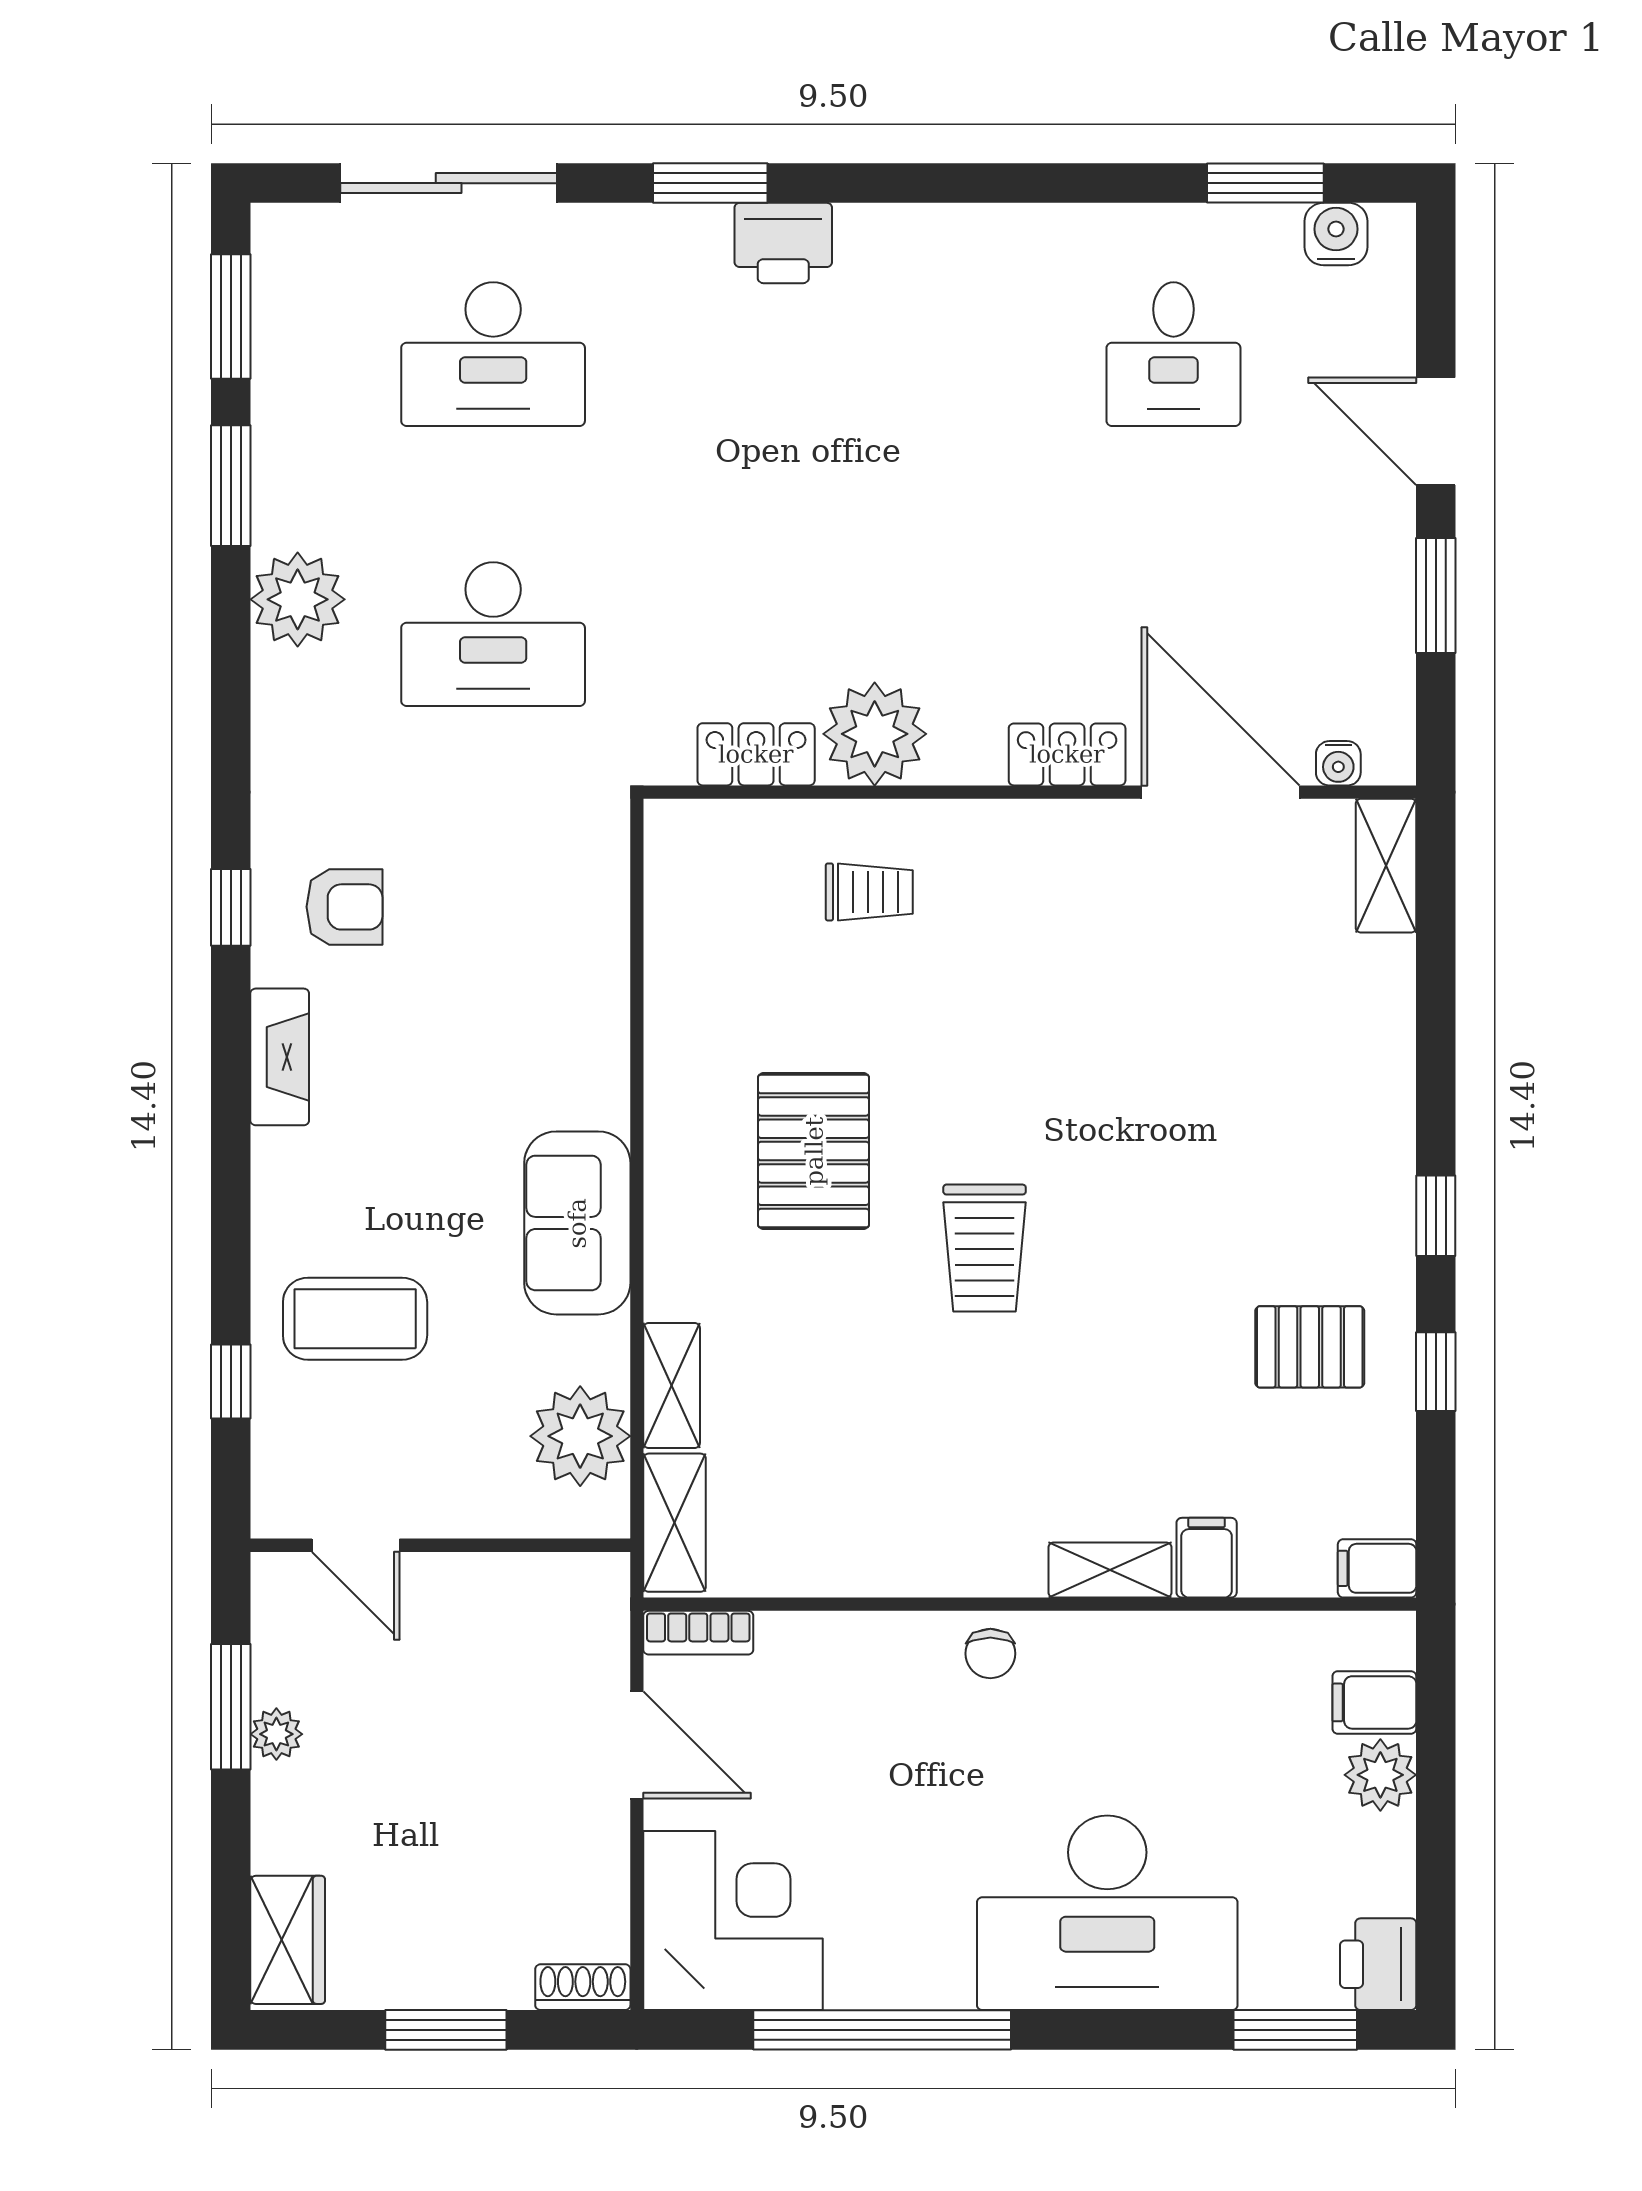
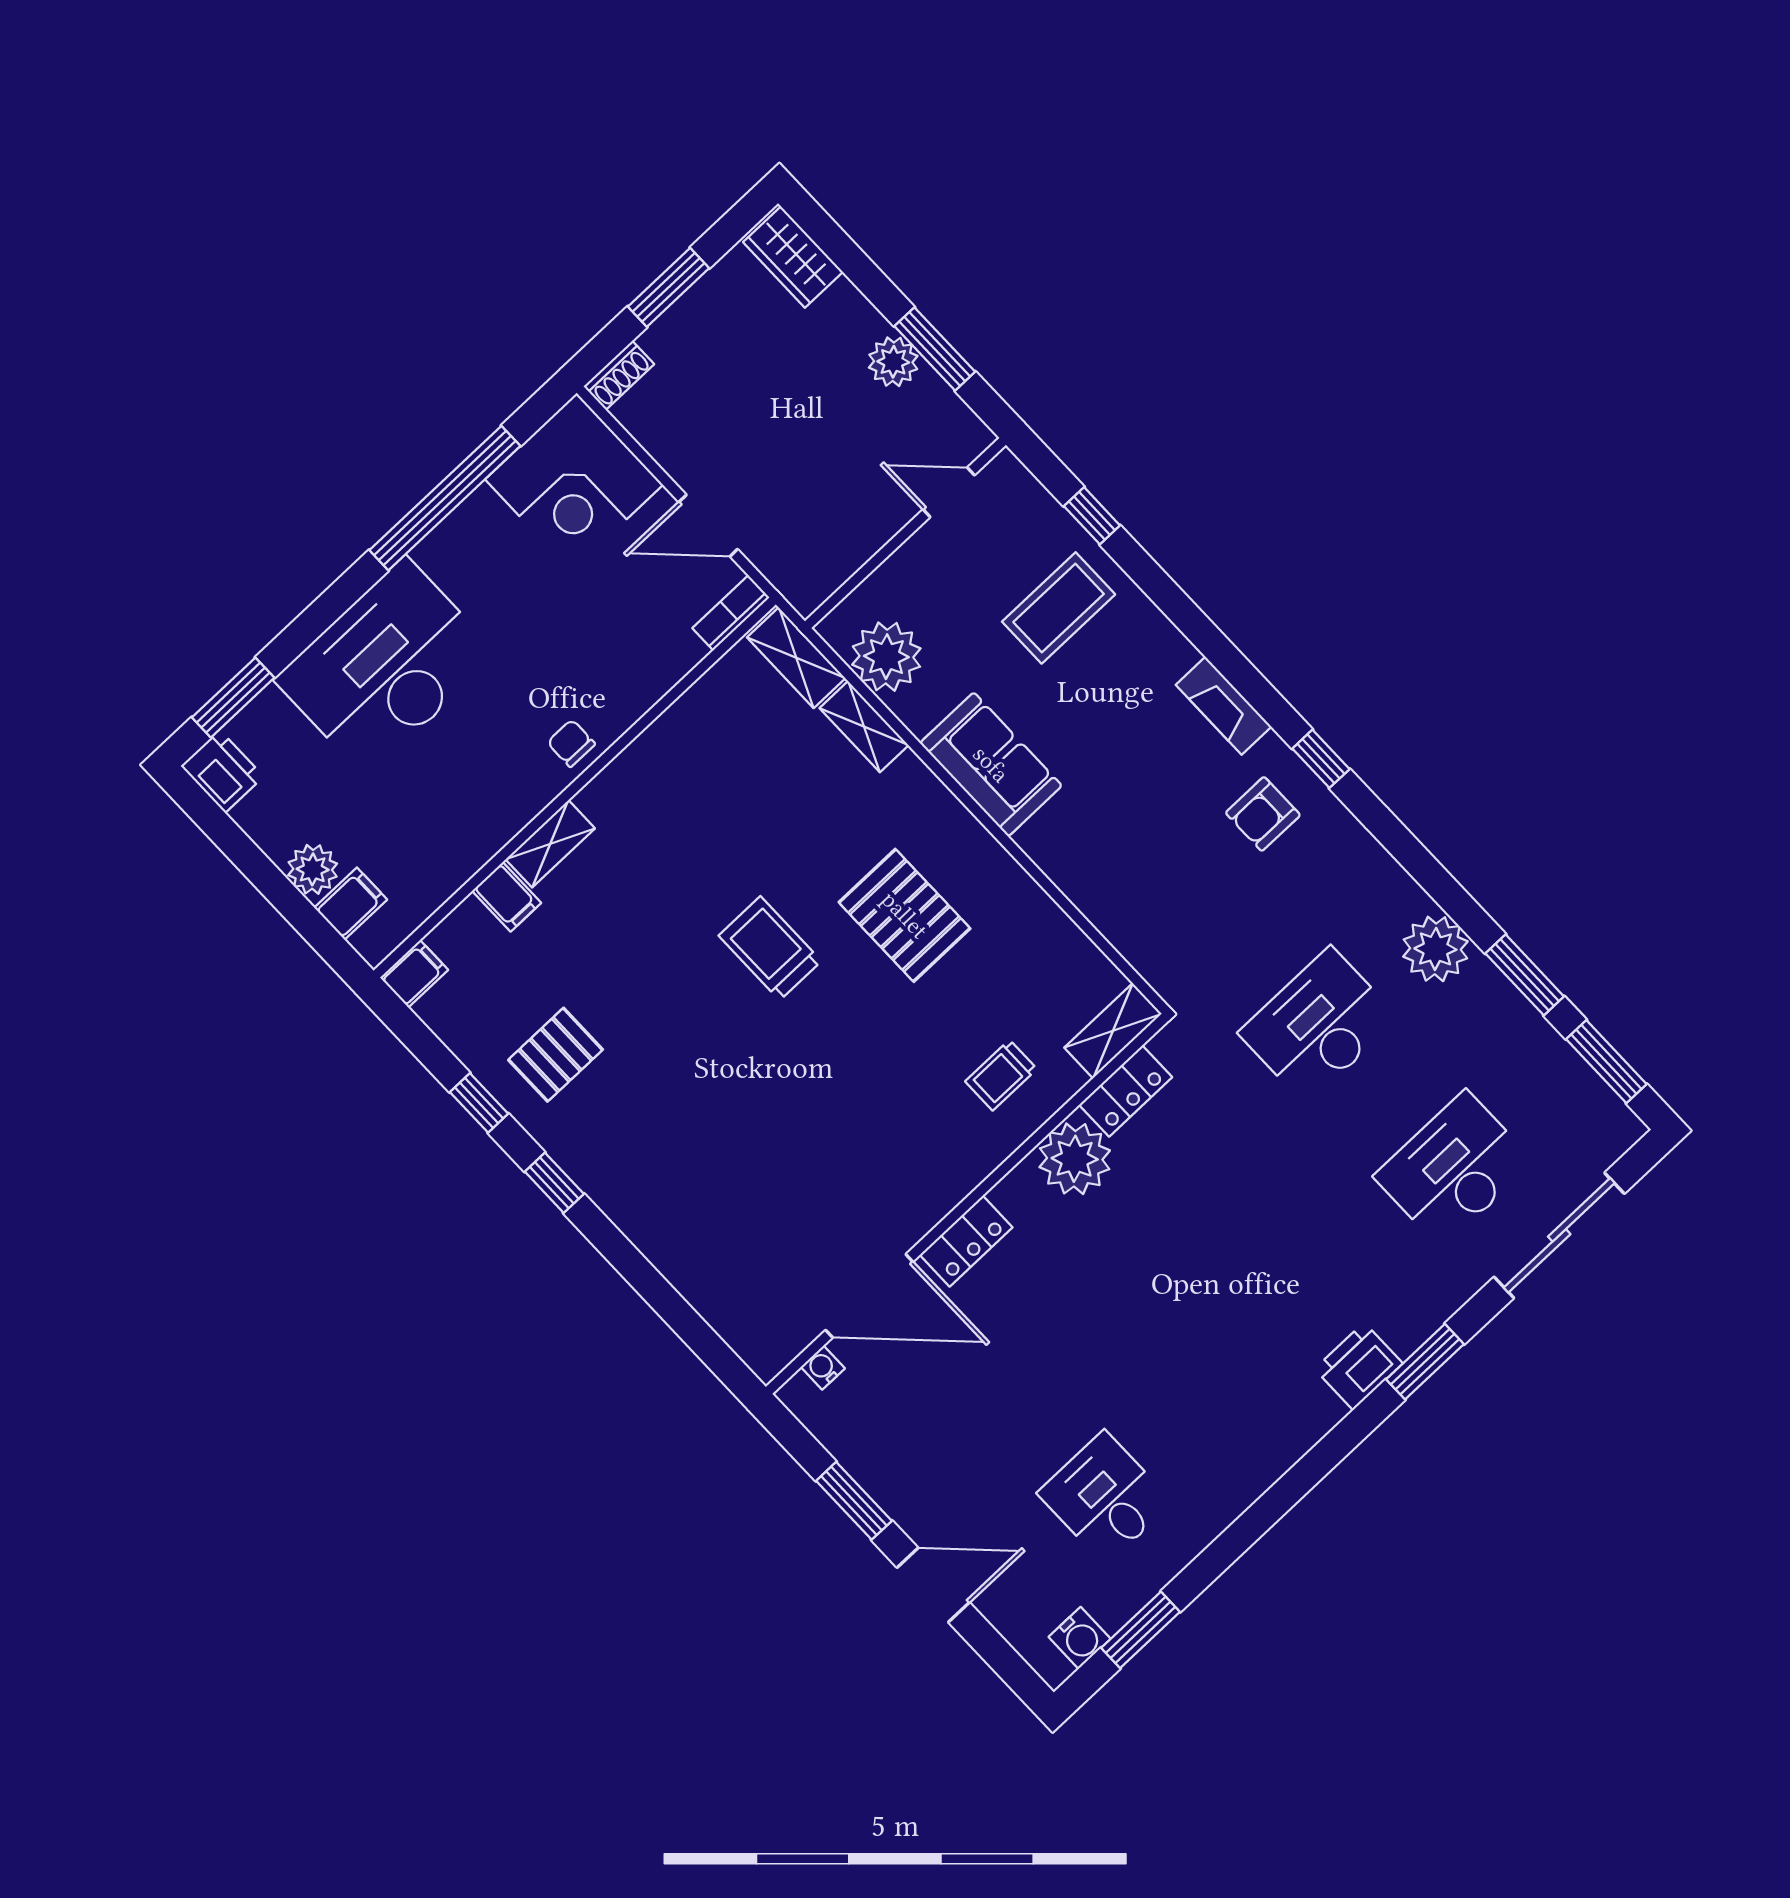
shelving: (1386, 866) -> (1113, 1031), moved, turned 90
plant: (276, 1734) -> (893, 362), width x1.38, depth x1.38

